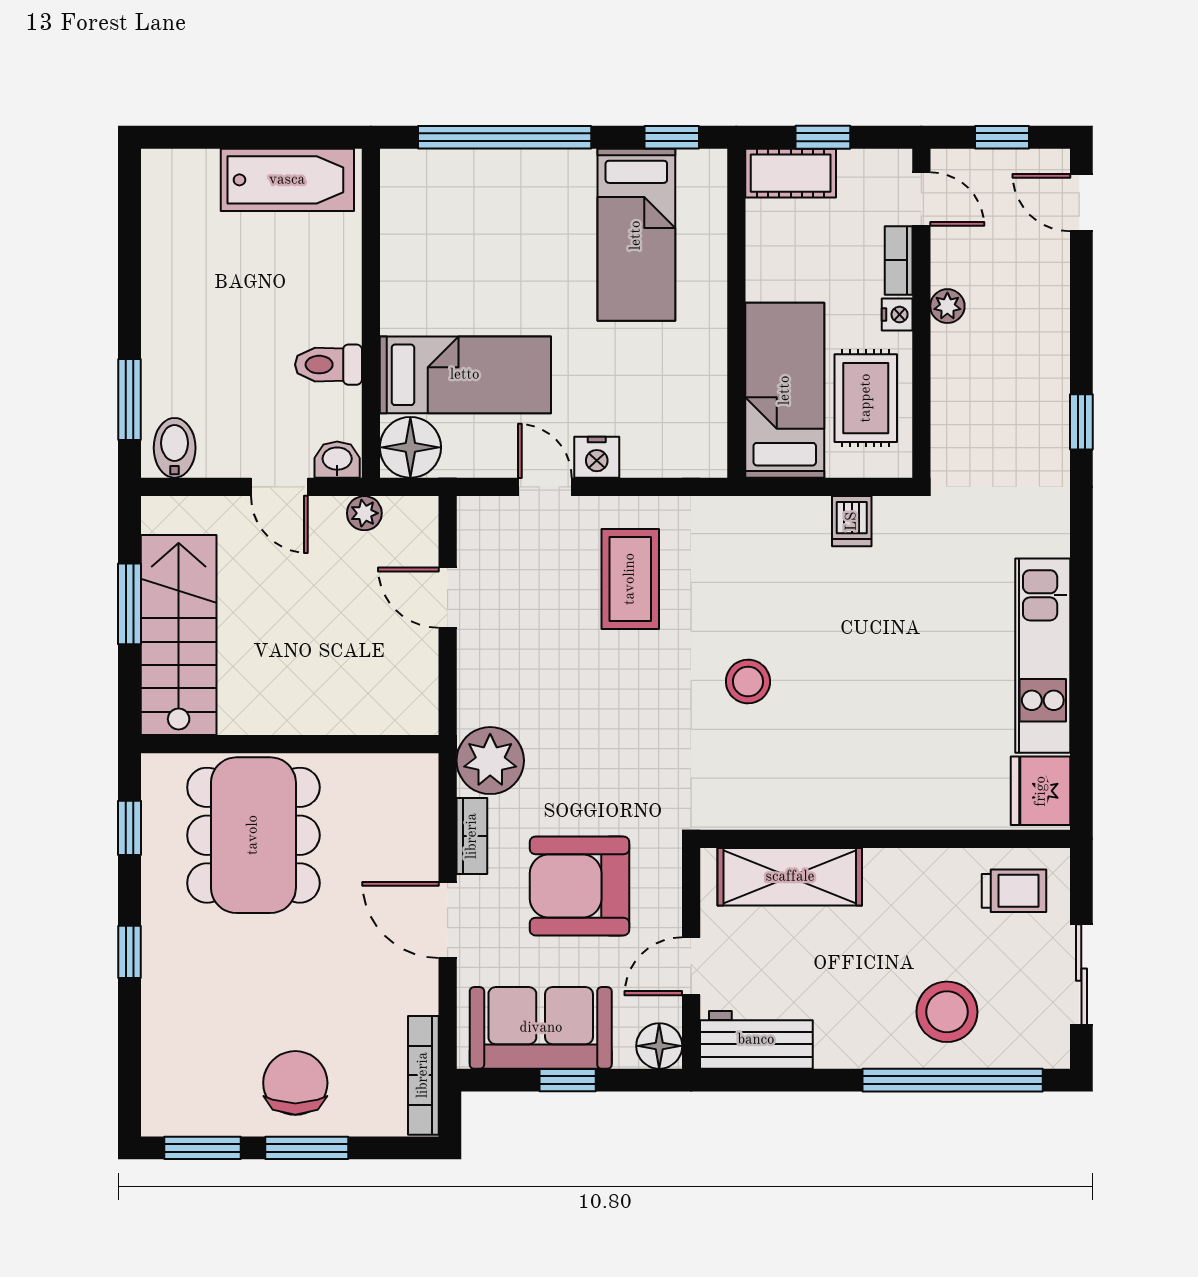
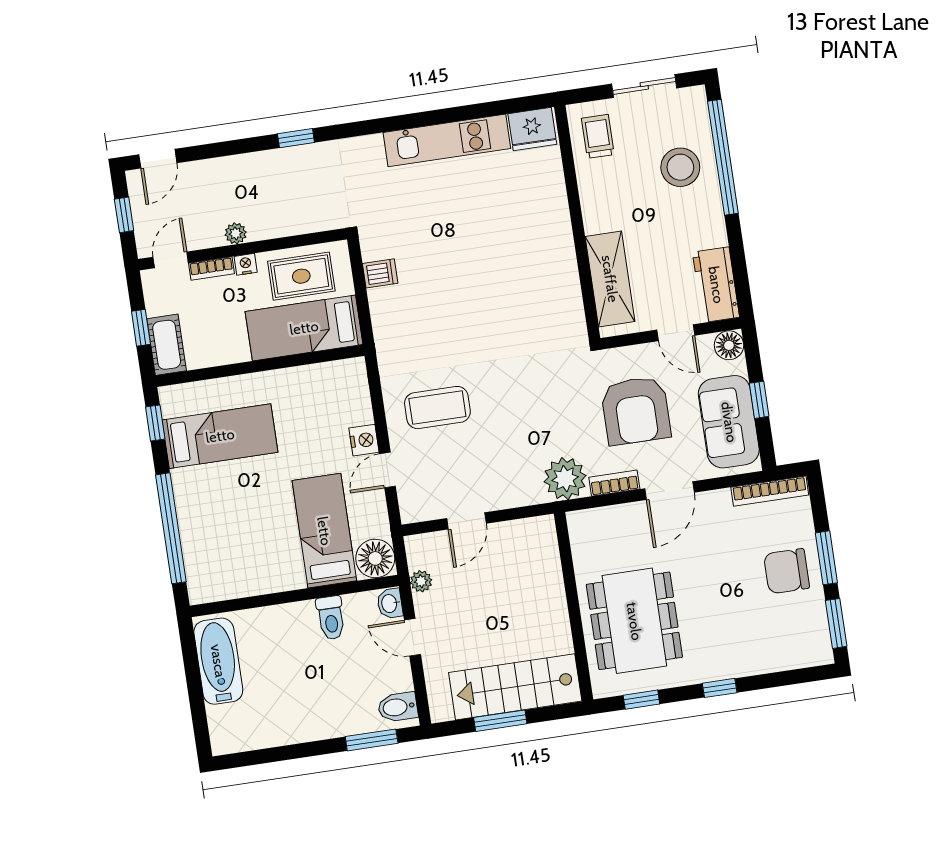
door: (279, 487) -> (412, 637), swing flipped
stool: (748, 682) -> (491, 324), removed
dining table: (253, 835) -> (634, 621), turned 90

